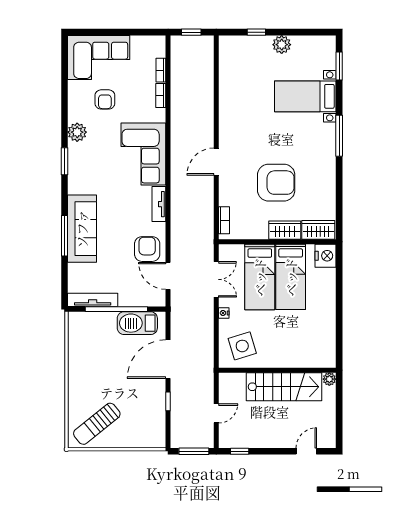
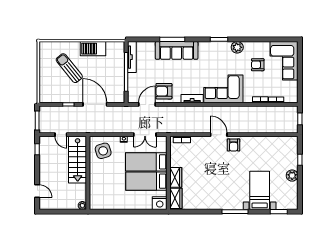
armchair: (276, 183) -> (234, 145), moved, width x0.53, depth x0.53
armchair: (147, 249) -> (164, 91), turned 180
barbecue: (137, 323) -> (93, 49), moved, turned -90
stairs: (284, 387) -> (78, 160), moved
sun lounger: (97, 424) -> (69, 68), moved

